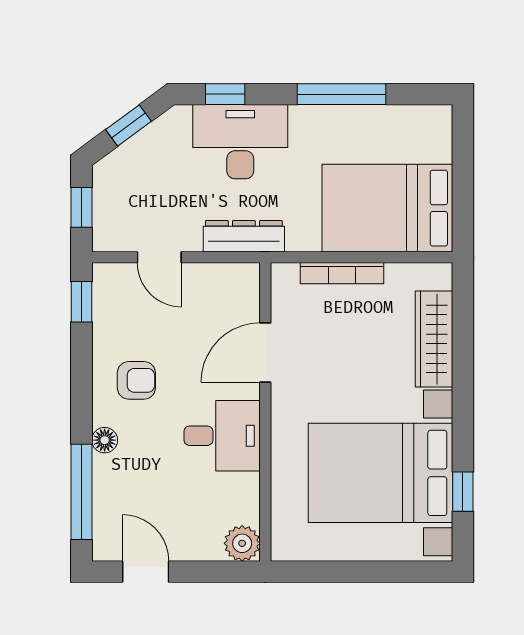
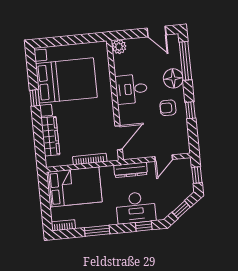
window: (342, 94) -> (97, 231), width x0.69
bookcase: (423, 116) -> (63, 225), added
door: (159, 257) -> (164, 158), swing flipped
window: (81, 302) -> (190, 110), moved
door: (265, 353) -> (119, 138), moved
floor lamp: (105, 440) -> (173, 78), width x1.89, depth x1.89
window: (463, 492) -> (35, 98), moved

